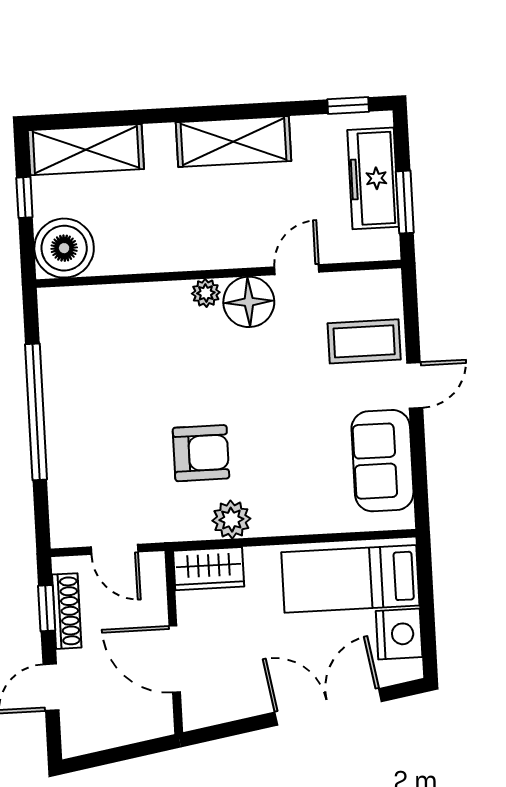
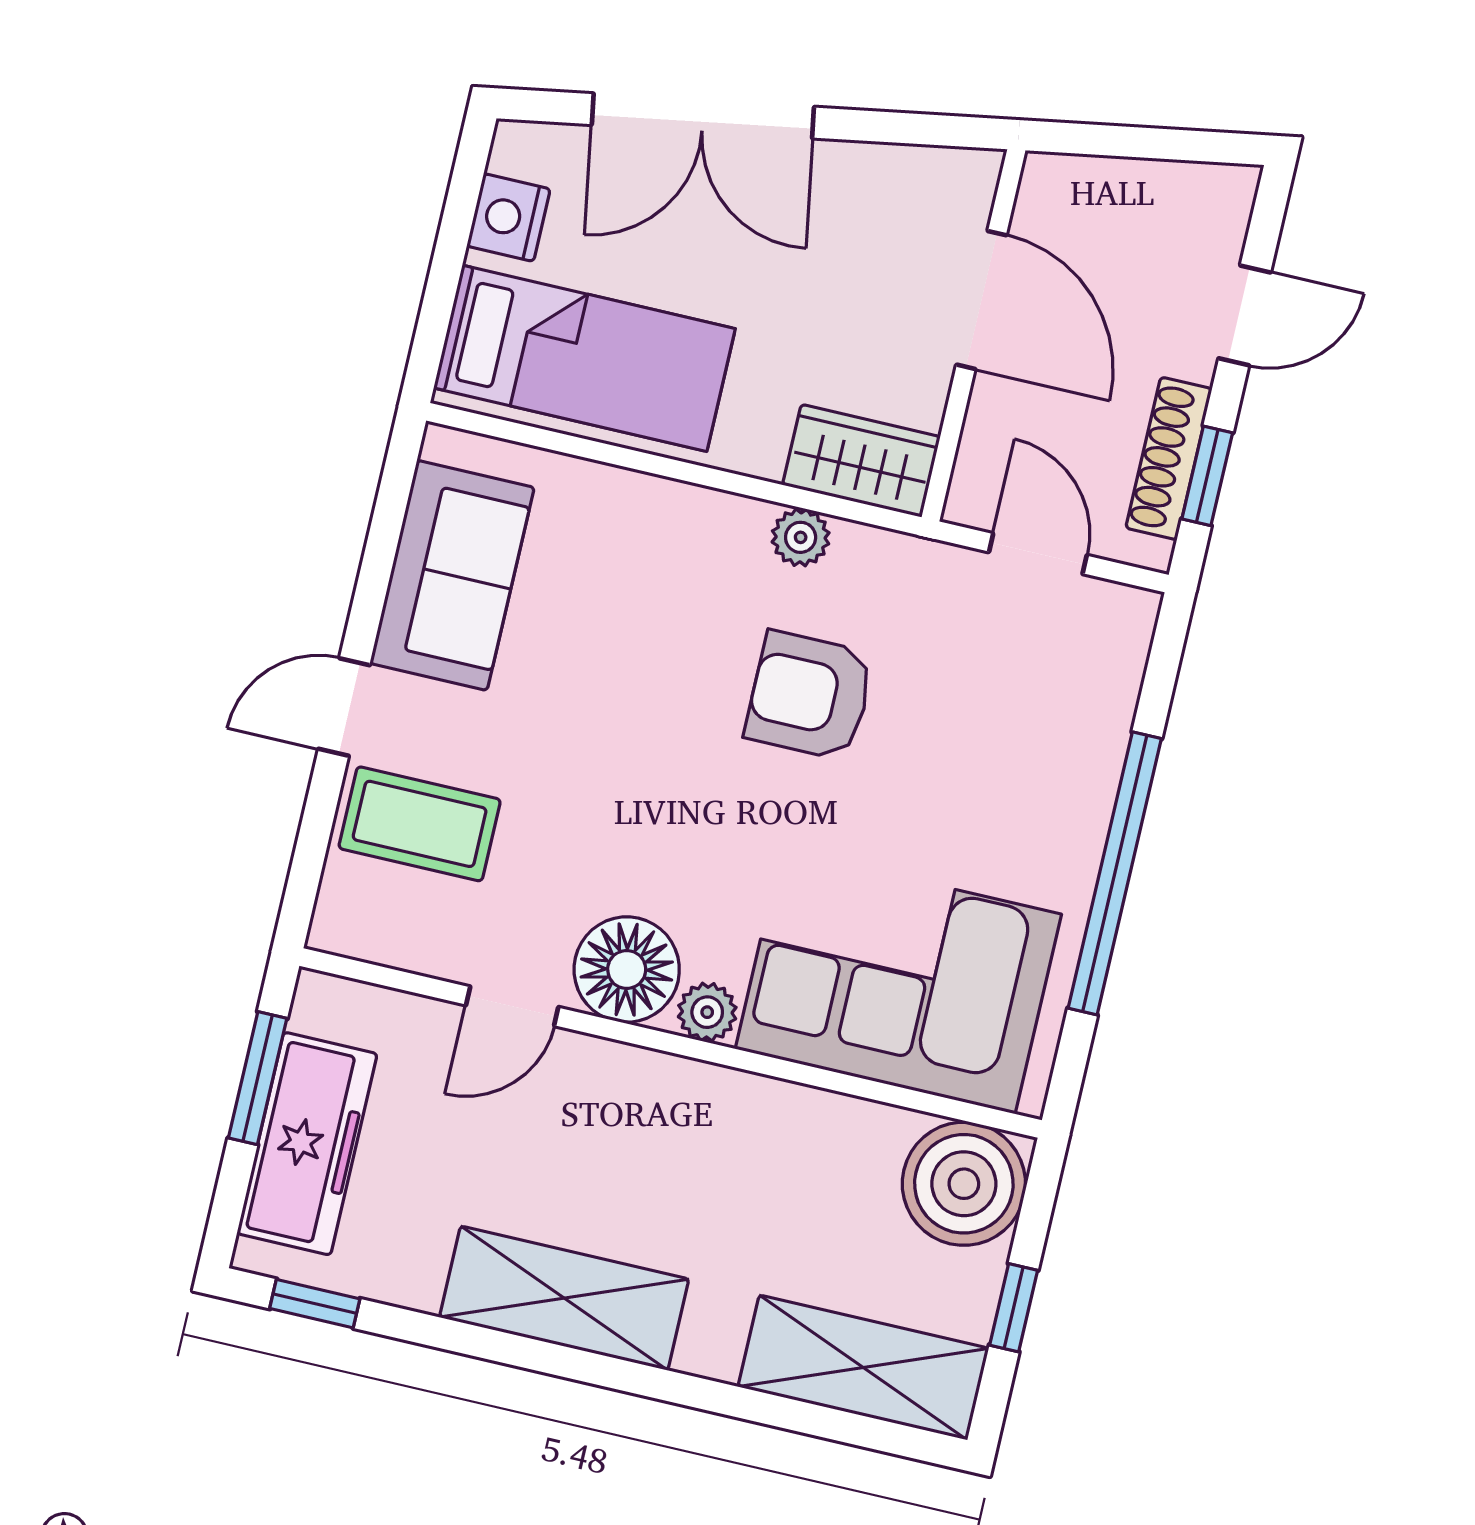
corner sofa: (122, 333) -> (898, 982), added
plant: (231, 520) -> (801, 537), width x0.73, depth x0.73
nightstand: (399, 634) -> (509, 218), width x0.74, depth x0.75

